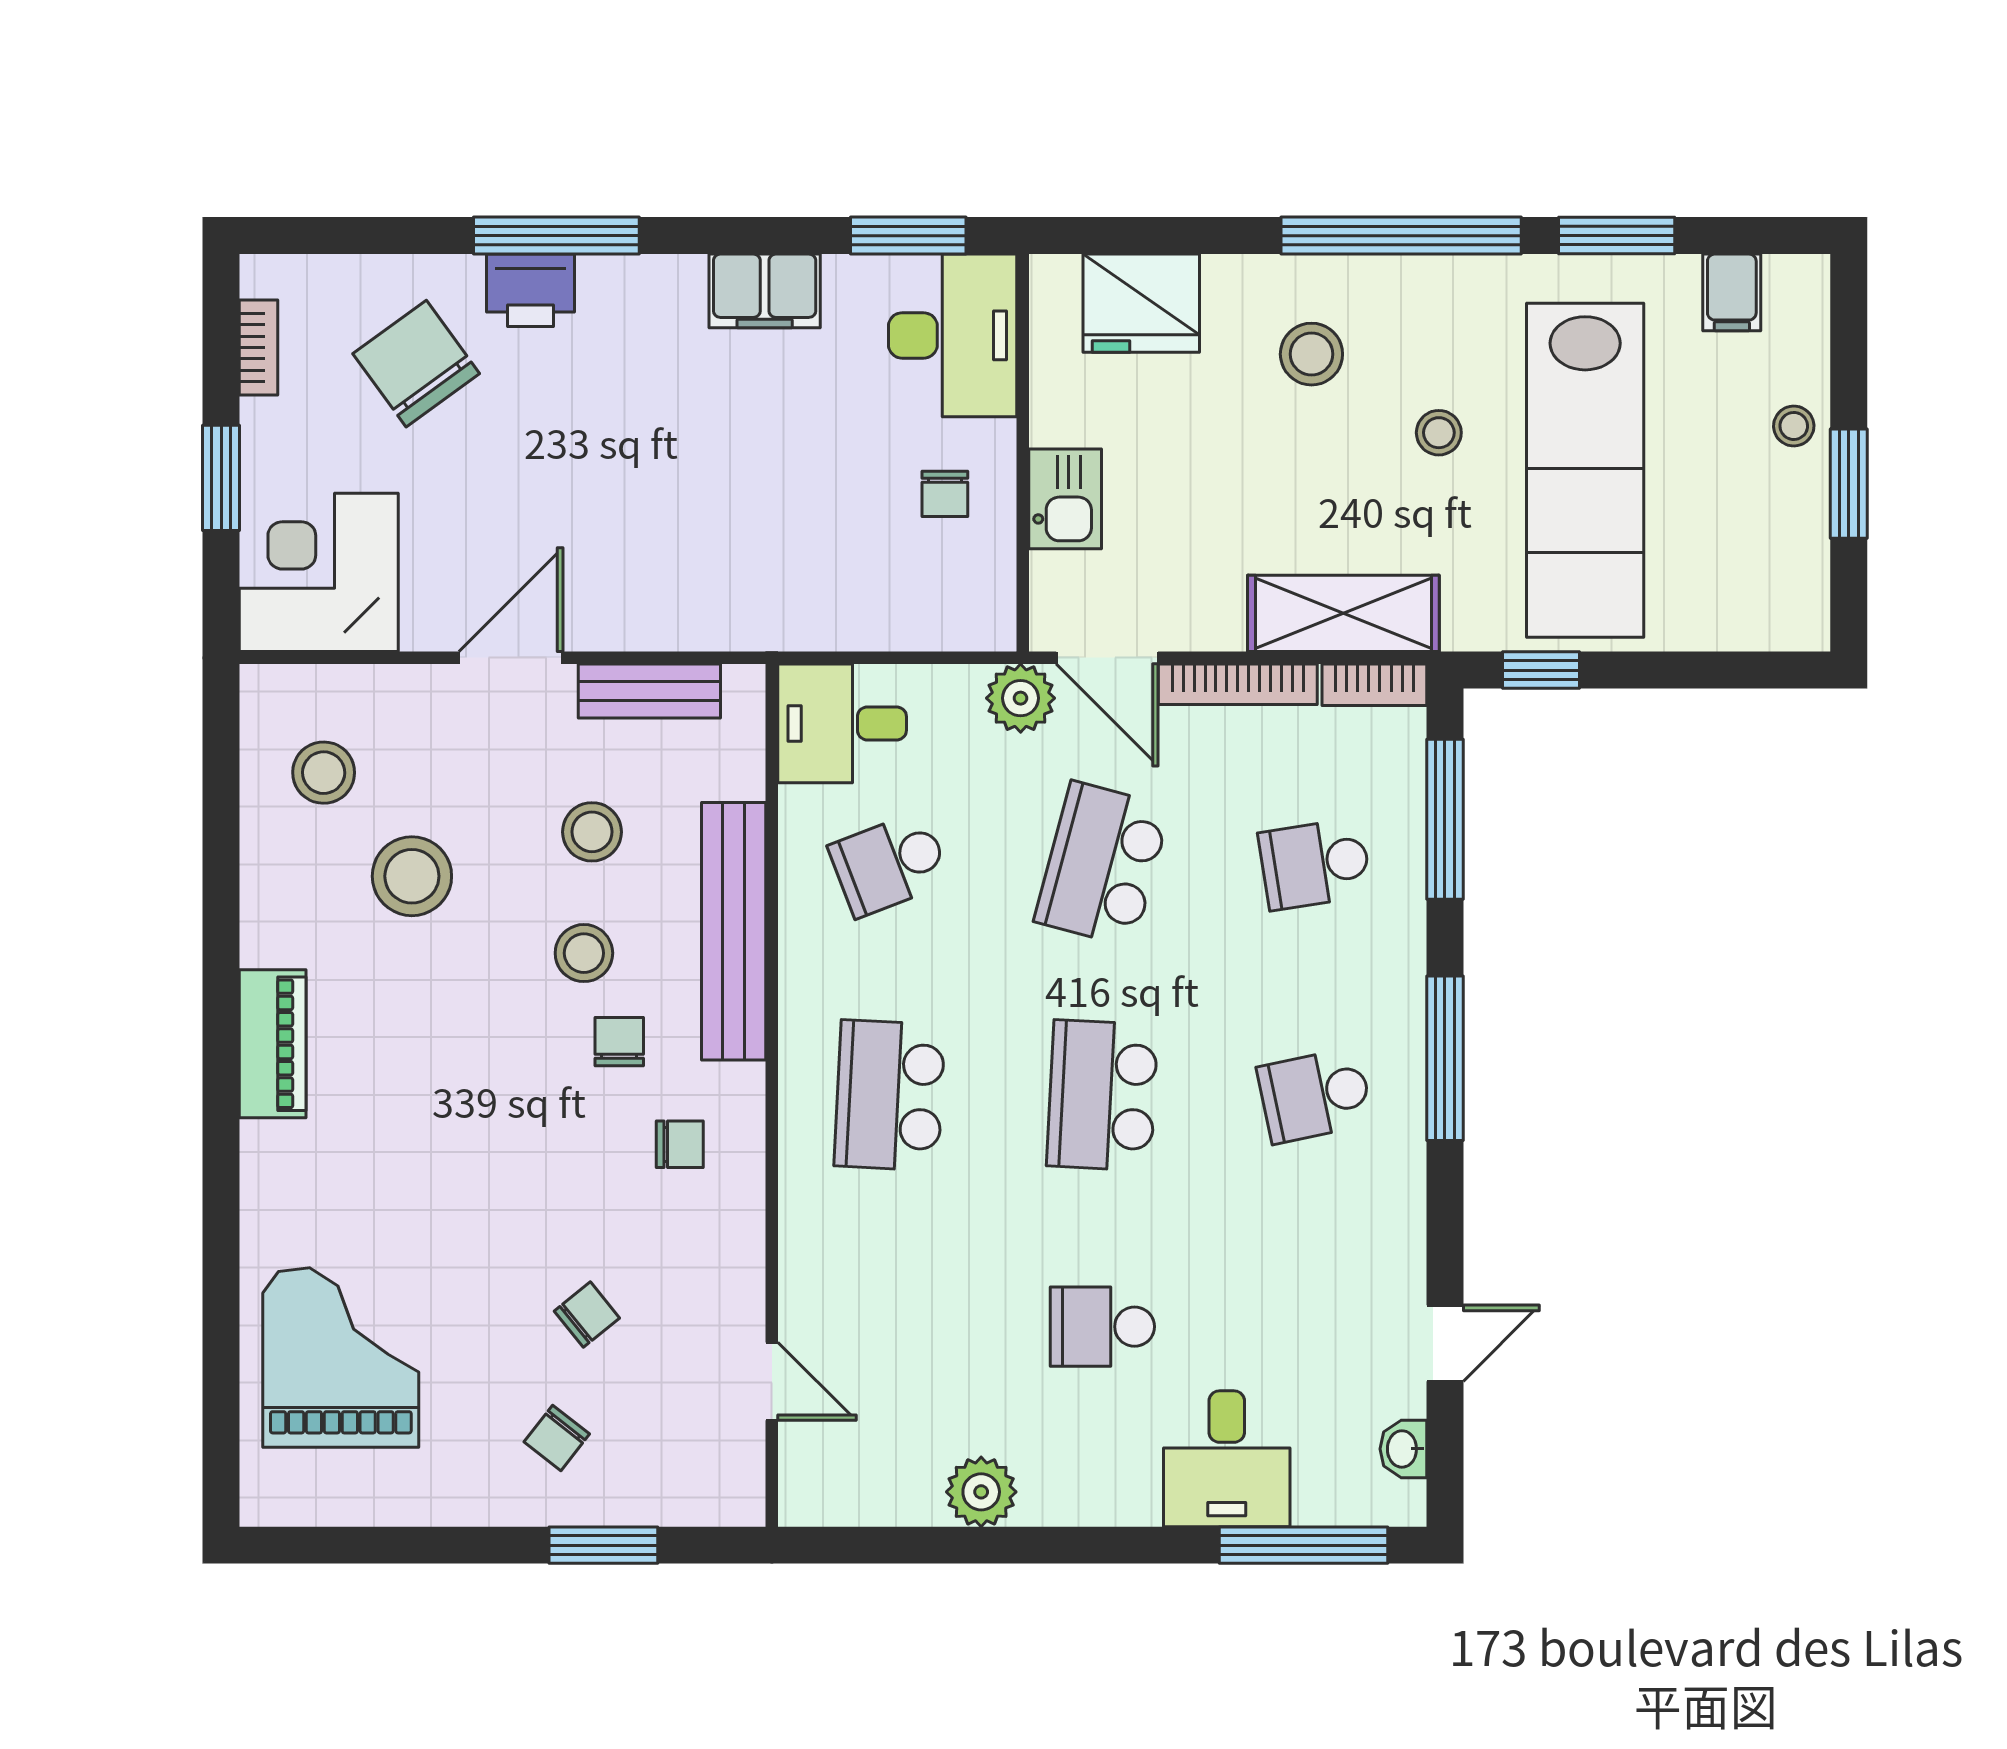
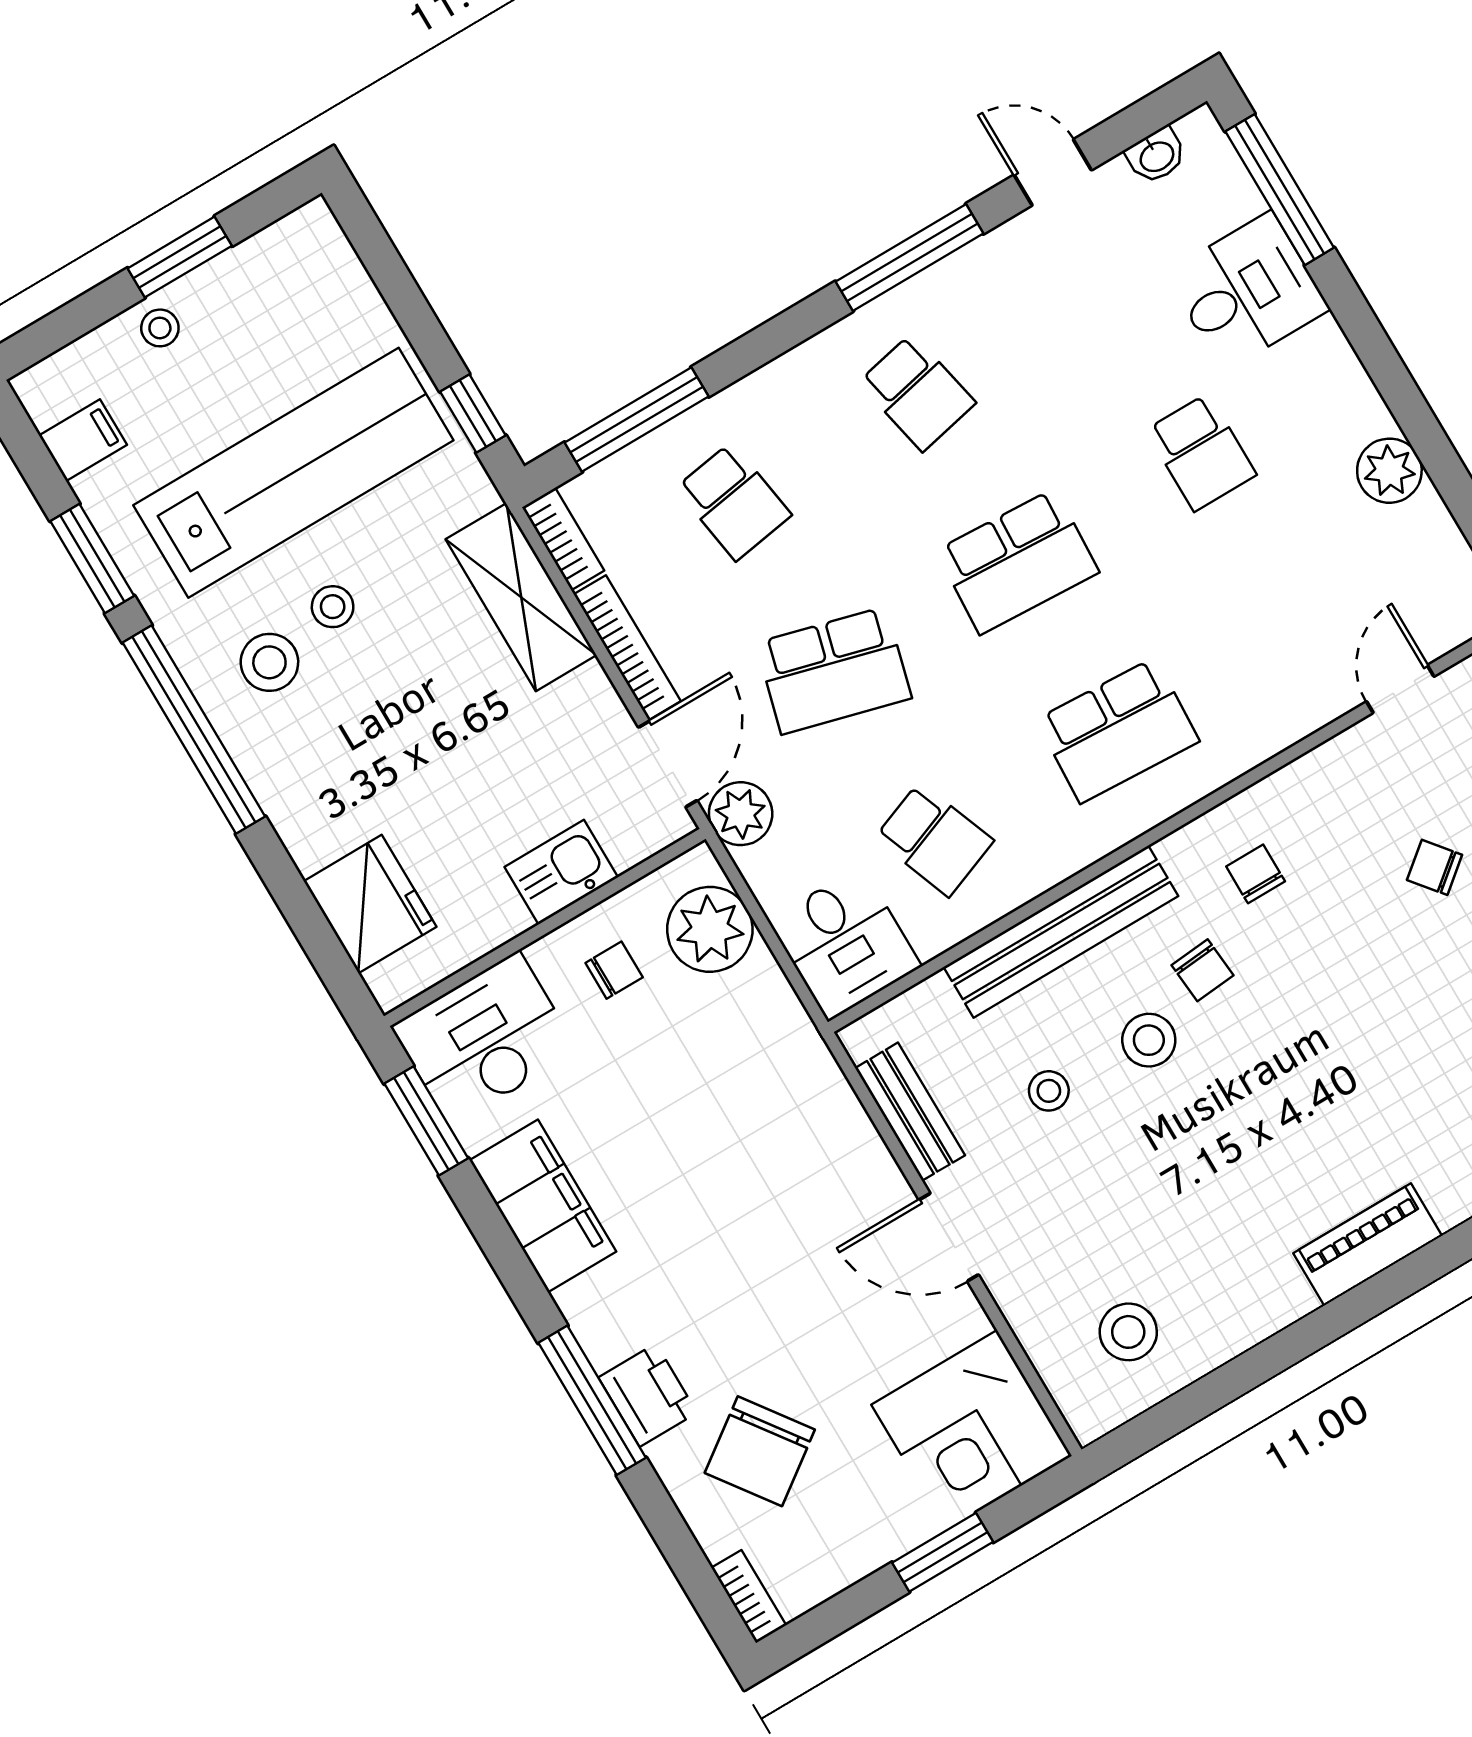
filing cabinet: (765, 291) -> (543, 1206), width x1.50, depth x1.17
bookcase: (258, 347) -> (749, 1597), moved, turned 90
stool: (1311, 354) -> (269, 662), moved
plant: (930, 606) -> (710, 929), added
stool: (592, 832) -> (1049, 1091), width x0.73, depth x0.73
stool: (412, 876) -> (1169, 1213), removed
chair: (619, 1042) -> (1203, 970), turned -95
window: (1445, 1058) -> (909, 258), moved

